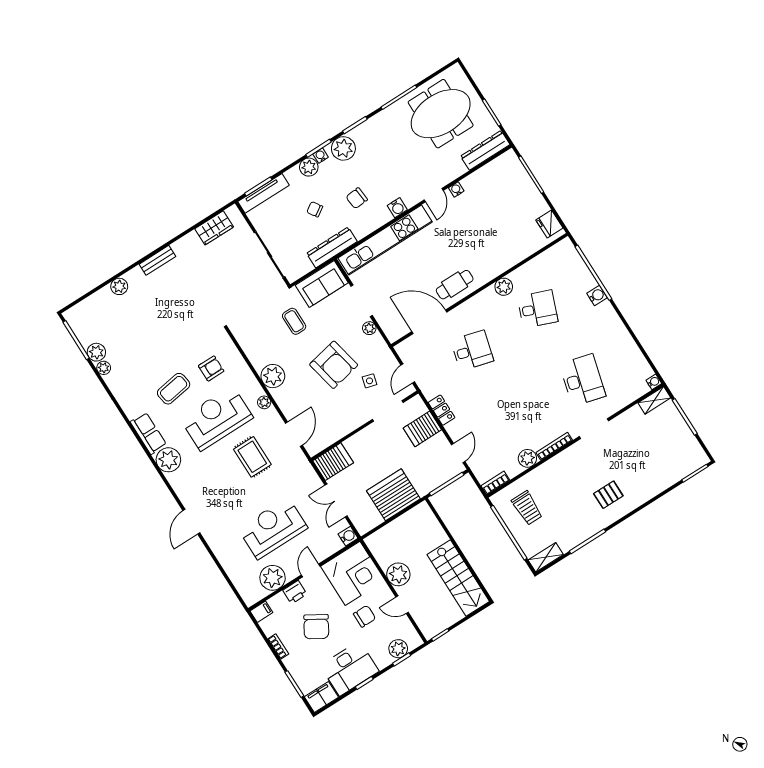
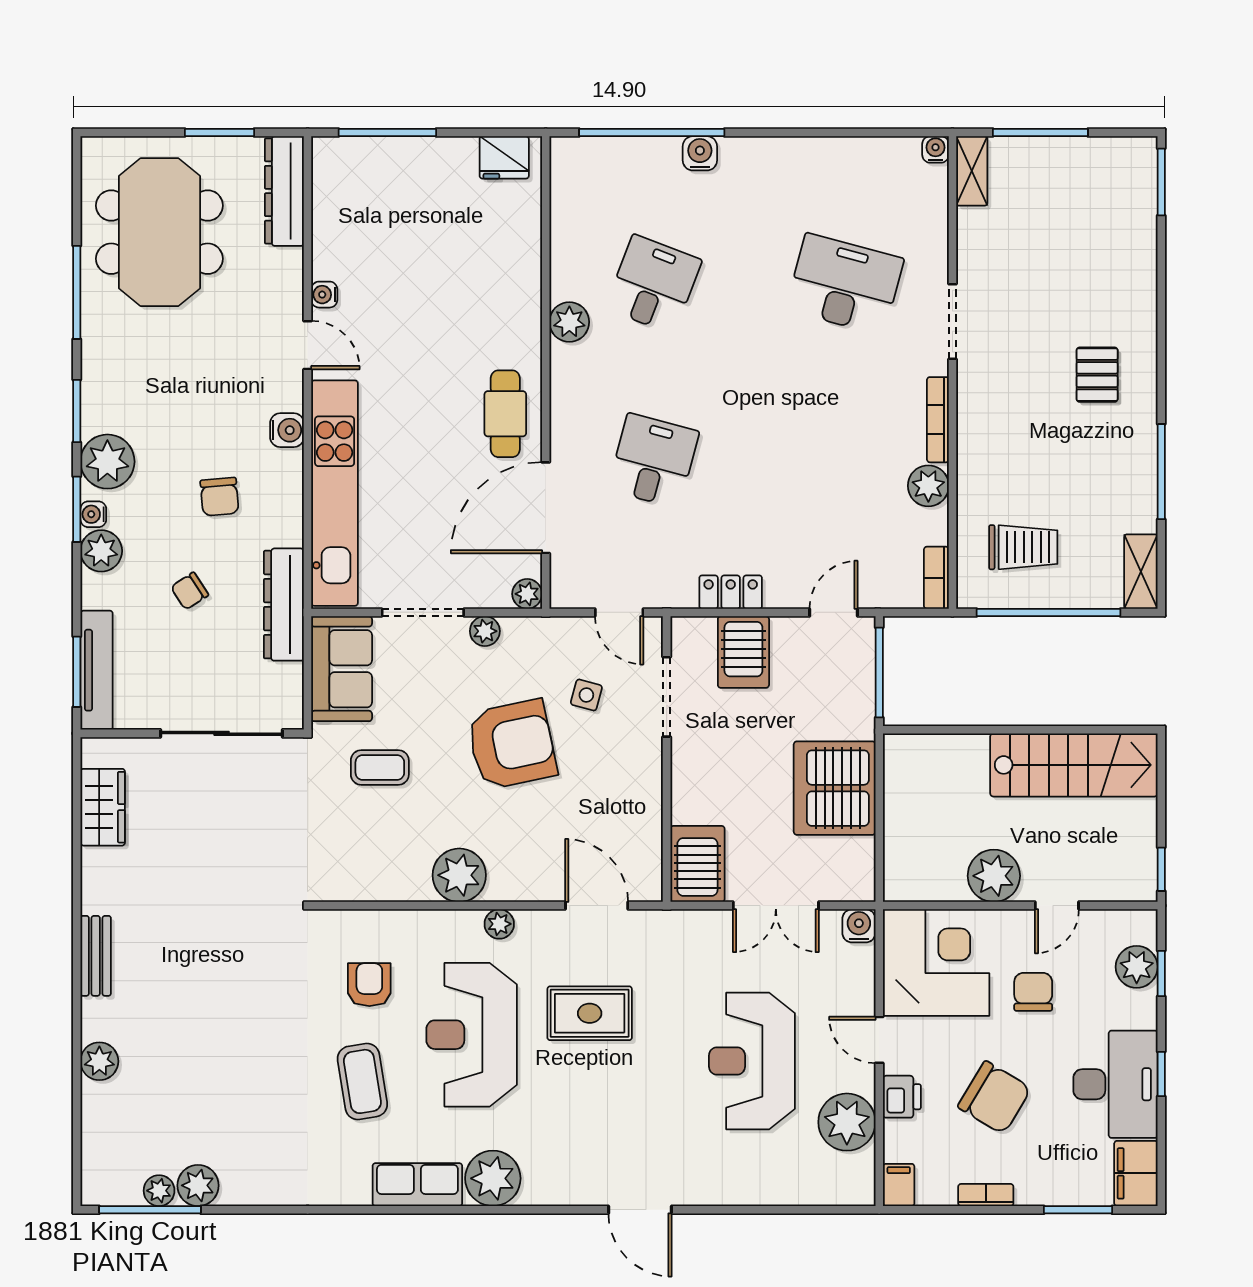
plant: (393, 335) -> (527, 594), added
plant: (104, 368) -> (159, 1191), moved
door: (458, 453) -> (834, 612), hinge flipped

